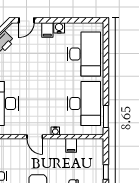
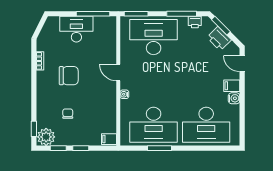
window: (106, 116) -> (160, 148), moved
door: (35, 137) -> (118, 72), hinge flipped
filing cabinet: (71, 145) -> (109, 139), moved

